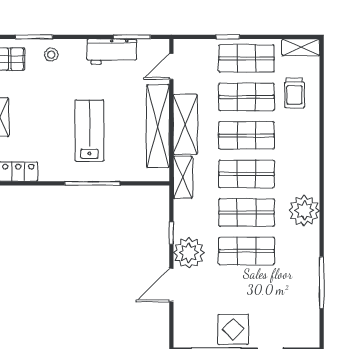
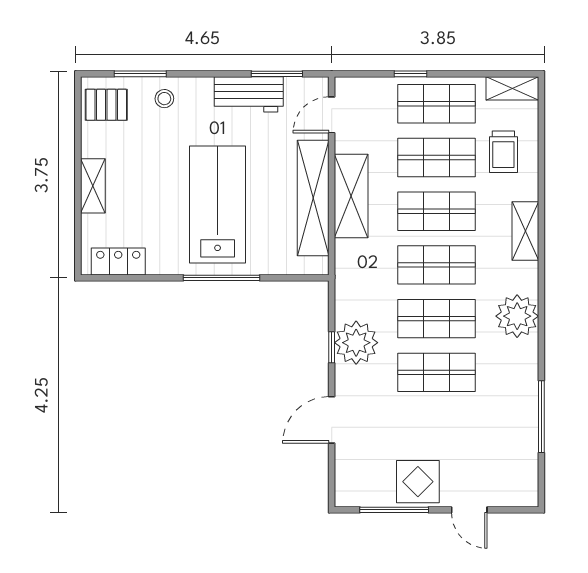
lab bench: (89, 131) -> (218, 205), width x1.36, depth x1.39
shelving: (183, 177) -> (525, 231), moved
plant: (189, 253) -> (356, 343), moved

